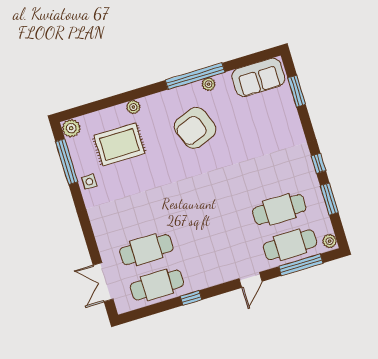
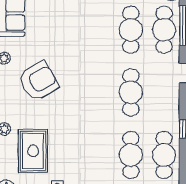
armchair: (195, 128) -> (38, 81), turned -99
cafe table: (213, 230) -> (131, 92), added

